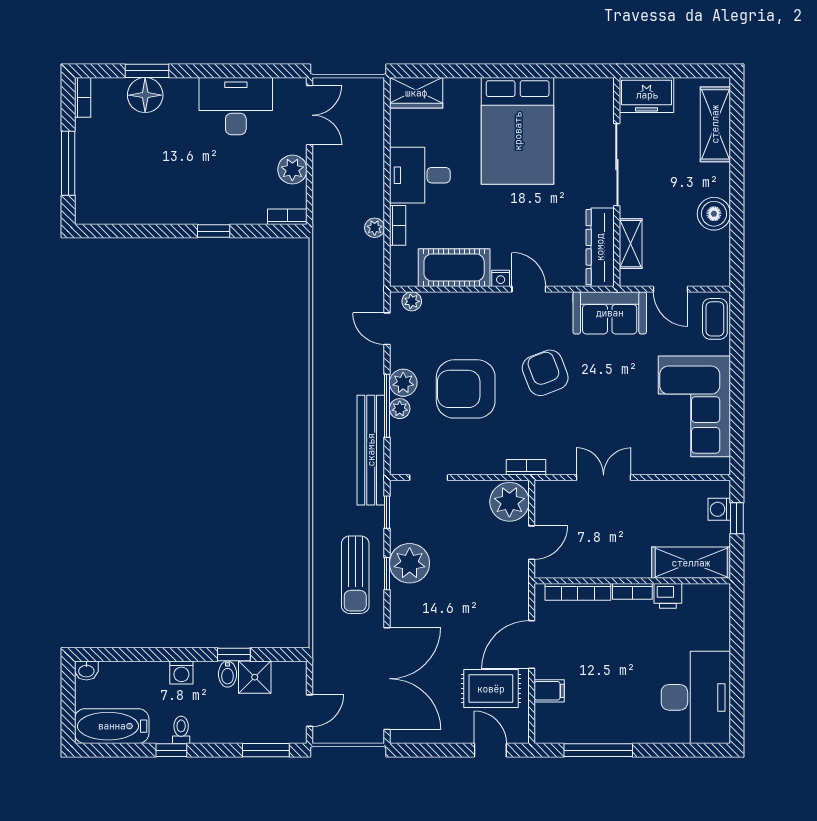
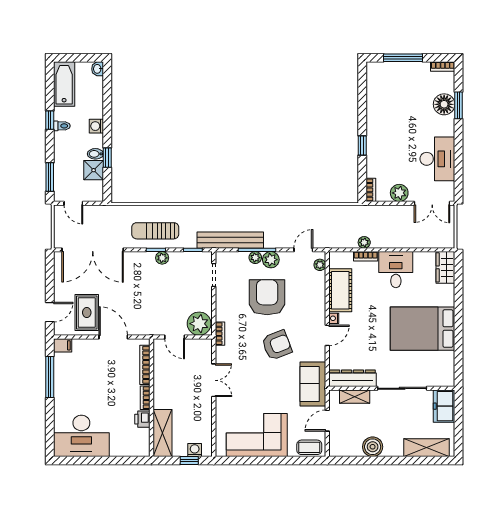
plant: (410, 563) -> (162, 258), width x0.53, depth x0.53
filing cabinet: (549, 691) -> (63, 345), moved, turned -90

